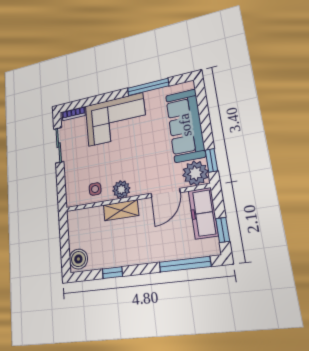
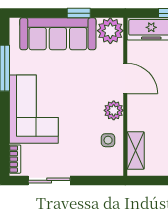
window: (211, 160) -> (79, 13), moved
door: (165, 193) -> (125, 78), moved
shelving: (121, 210) -> (136, 150), moved

